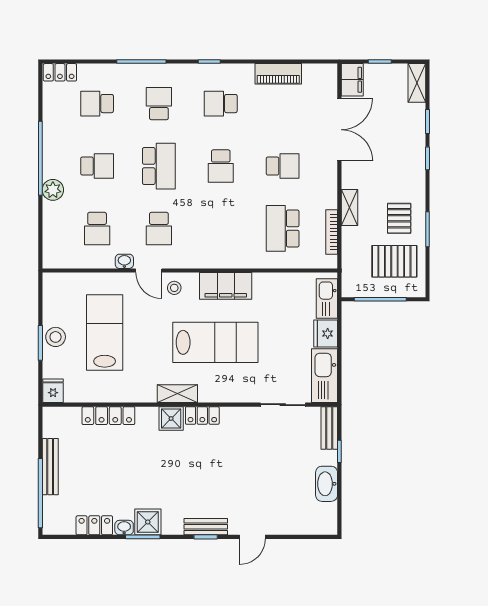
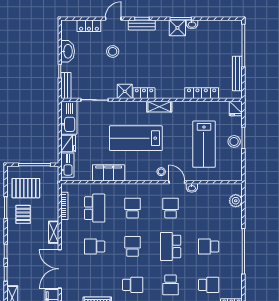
plant: (53, 190) -> (236, 201), moved
shelving: (349, 208) -> (54, 232), moved
school desk: (97, 228) -> (133, 208), moved
filing cabinet: (226, 286) -> (109, 173), moved
shower: (171, 419) -> (125, 91), moved
bench: (50, 467) -> (237, 74), moved
stool: (253, 484) -> (113, 51), added
locker: (94, 525) -> (89, 26), moved

